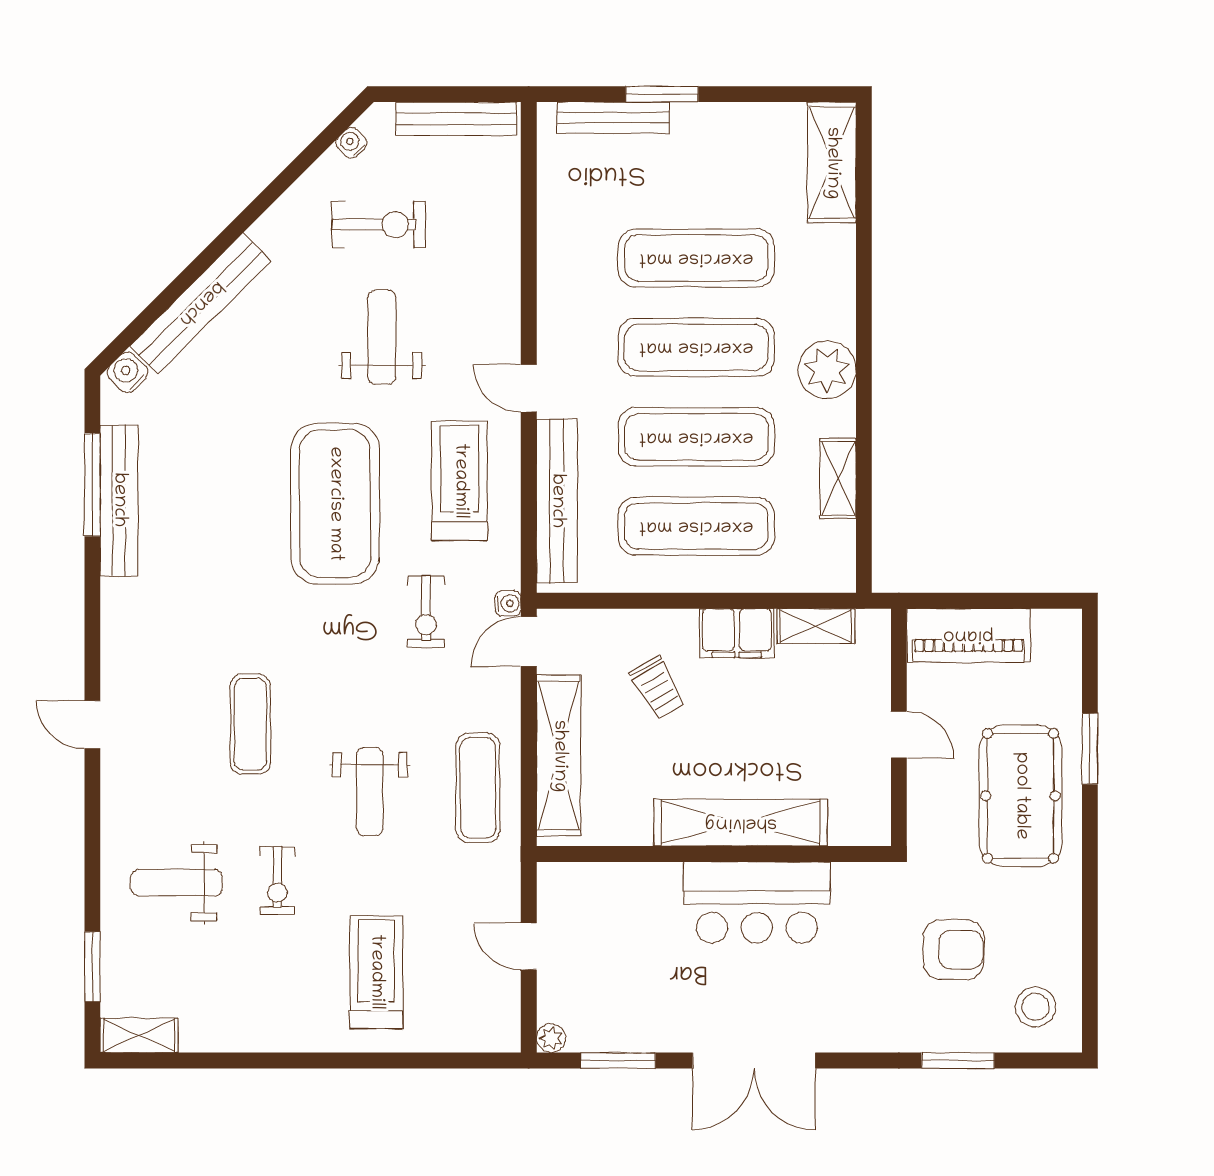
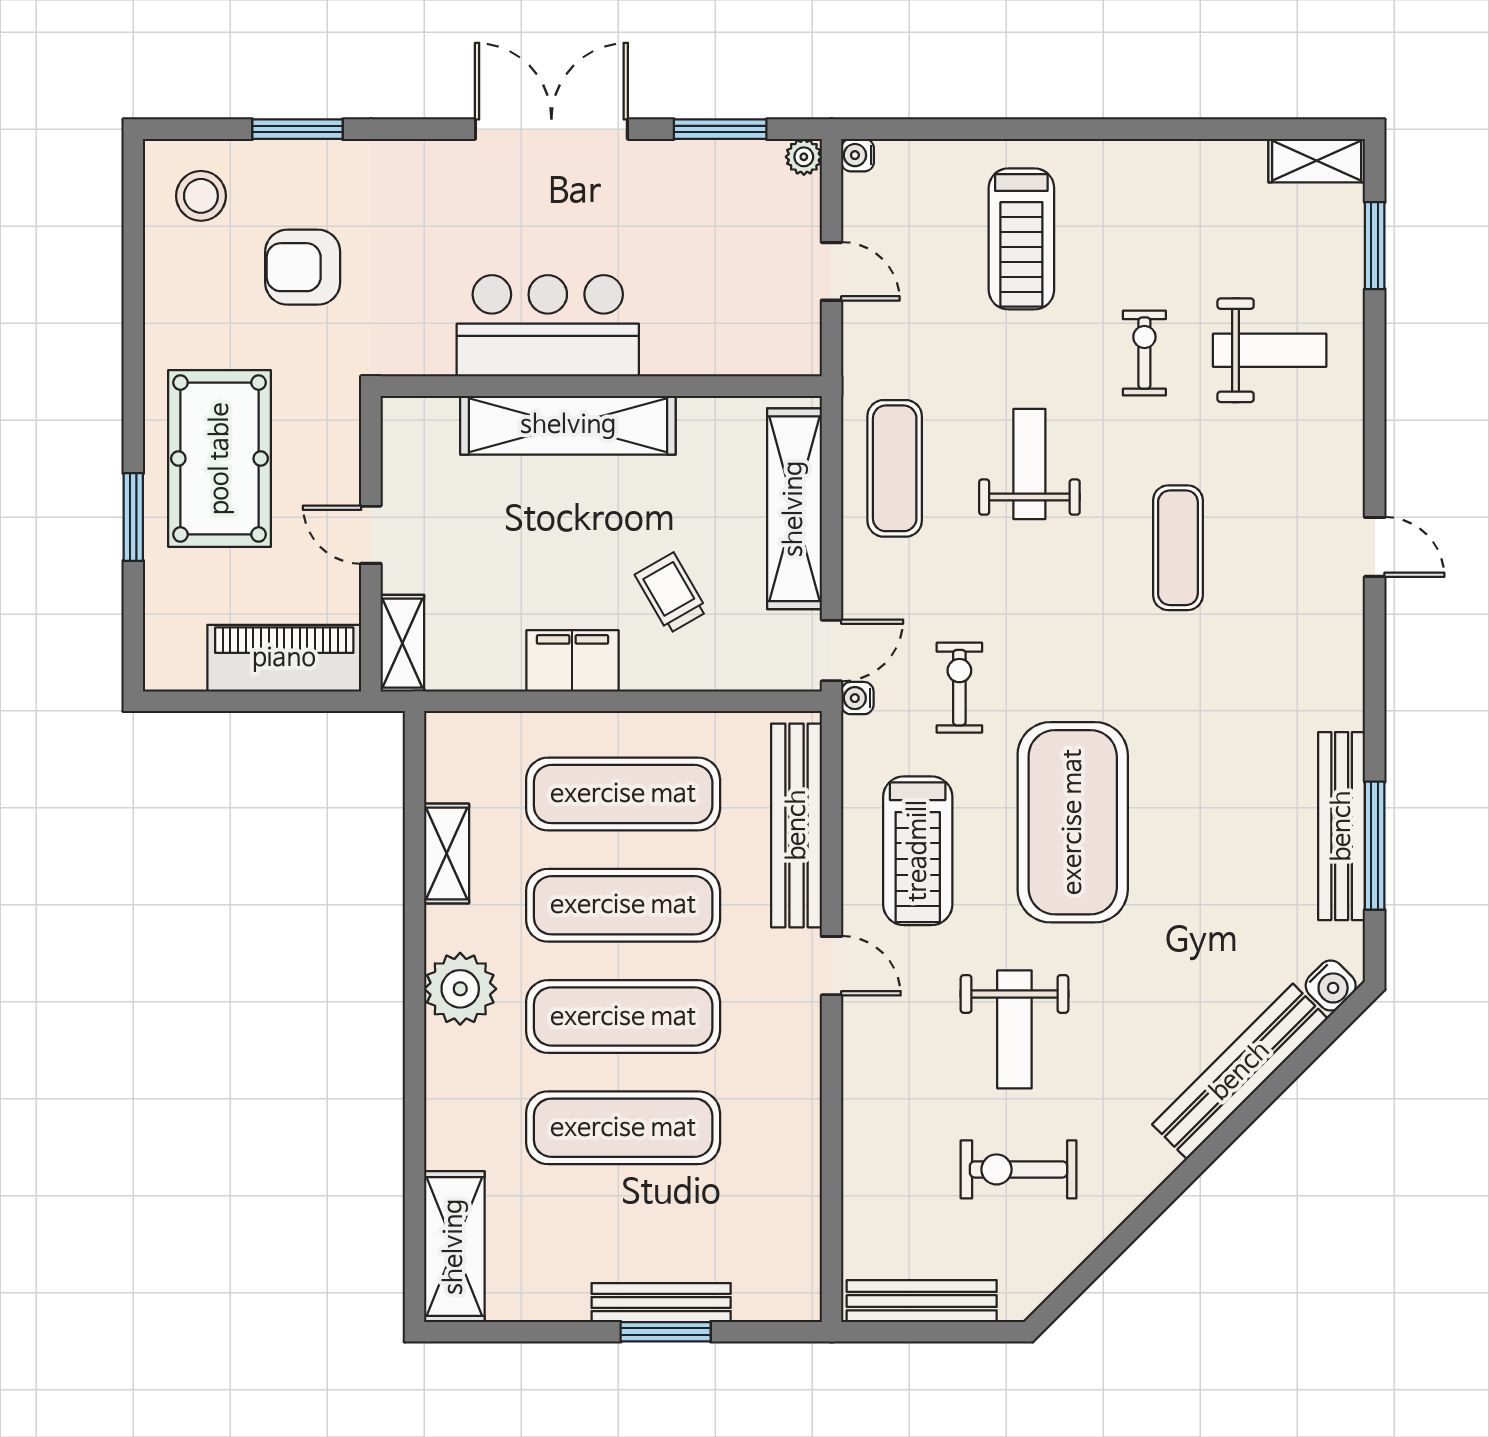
bench: (613, 118) -> (661, 1303), moved
water cooler: (351, 143) -> (858, 155), moved, turned 135
shelving: (816, 626) -> (402, 643), moved, turned 90

